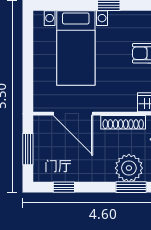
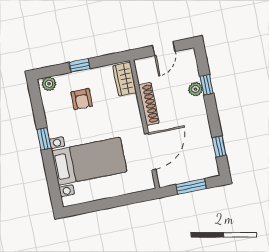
plant: (129, 168) -> (195, 89), width x0.53, depth x0.53
window: (131, 187) -> (207, 85), width x0.67

